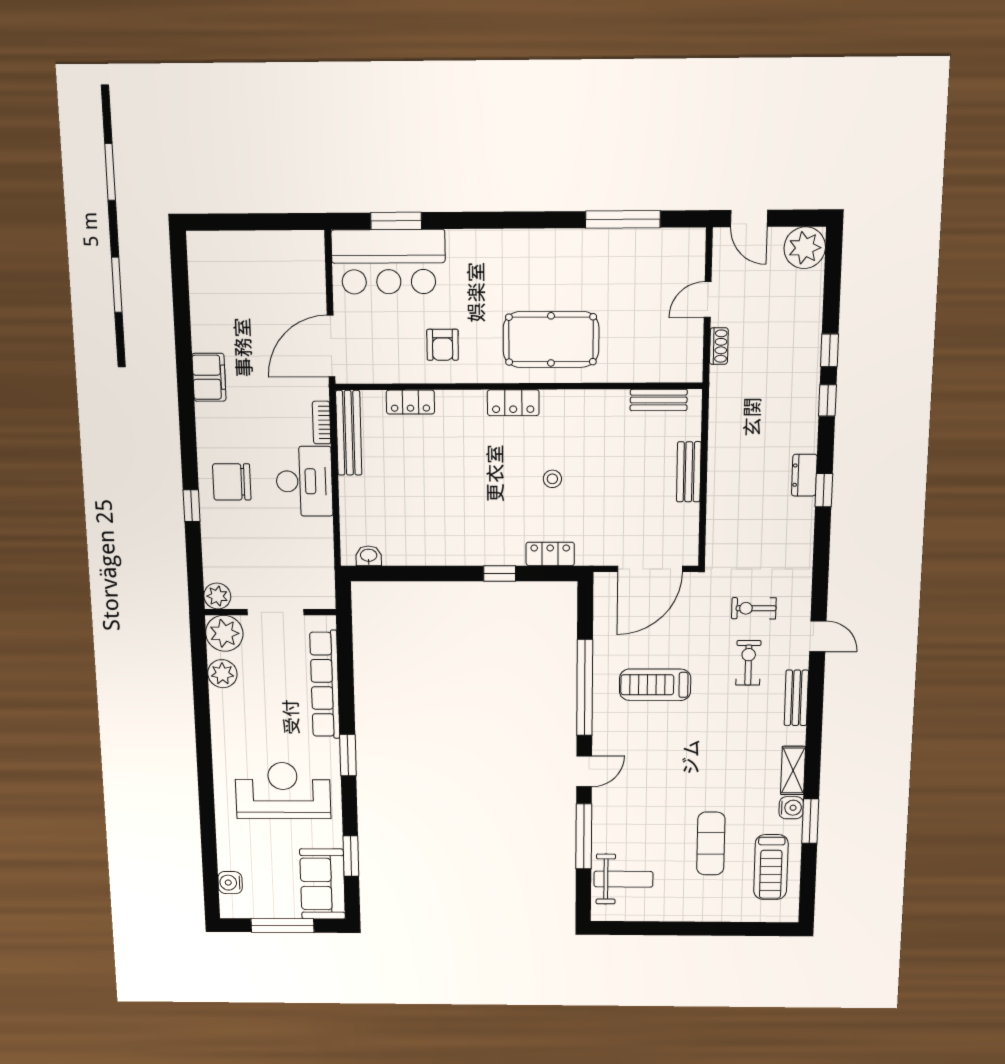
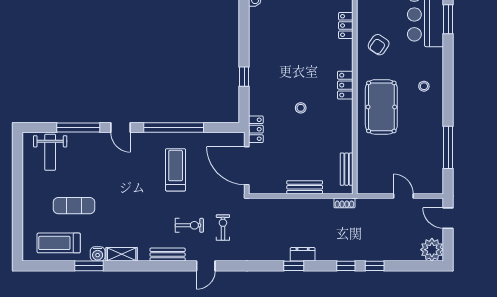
door: (749, 218) -> (448, 218), hinge flipped
stool: (514, 264) -> (424, 86), added
armchair: (443, 345) -> (379, 45), turned -56
shoe rack: (719, 346) -> (344, 203), moved
locker: (550, 554) -> (256, 129), moved

